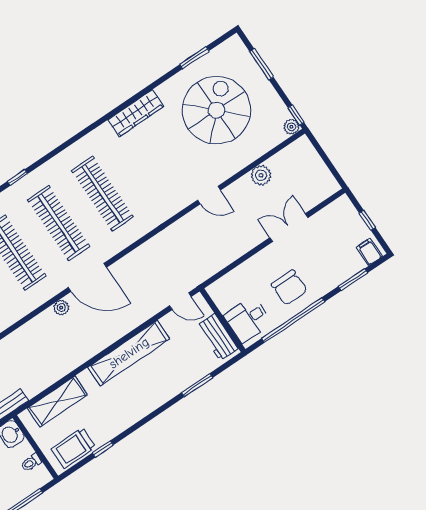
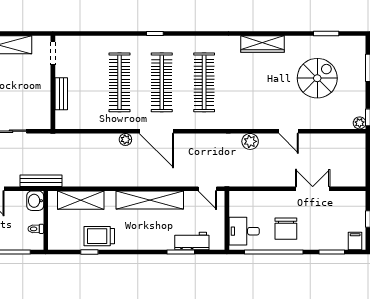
spiral stairs: (216, 110) -> (317, 78), width x0.73, depth x0.73
plant: (261, 175) -> (250, 141), moved
door: (209, 195) -> (289, 131), moved
workbench: (218, 337) -> (192, 241), moved, turned 90
trolley: (73, 448) -> (99, 236), moved

